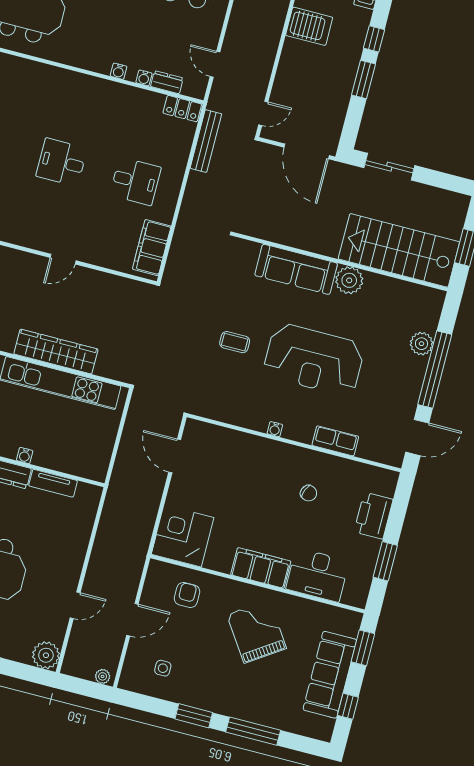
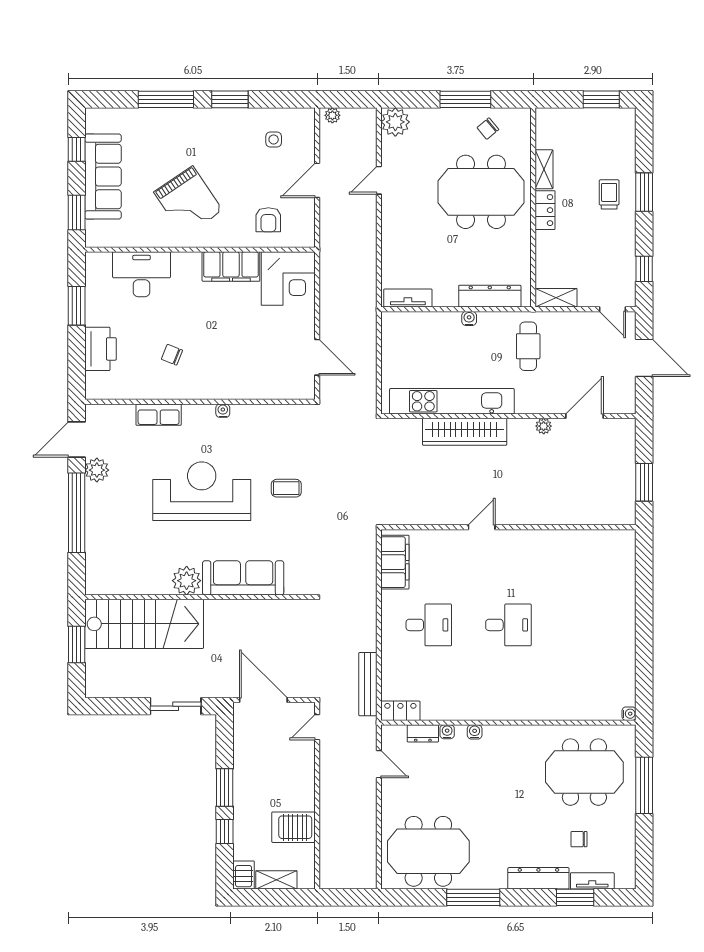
desk: (135, 181) -> (429, 625), turned 180
plant: (421, 344) -> (97, 470), moved
tv unit: (53, 483) -> (408, 298), moved
filing cabinet: (261, 568) -> (231, 267), moved

